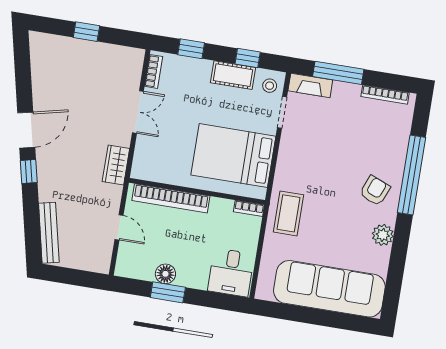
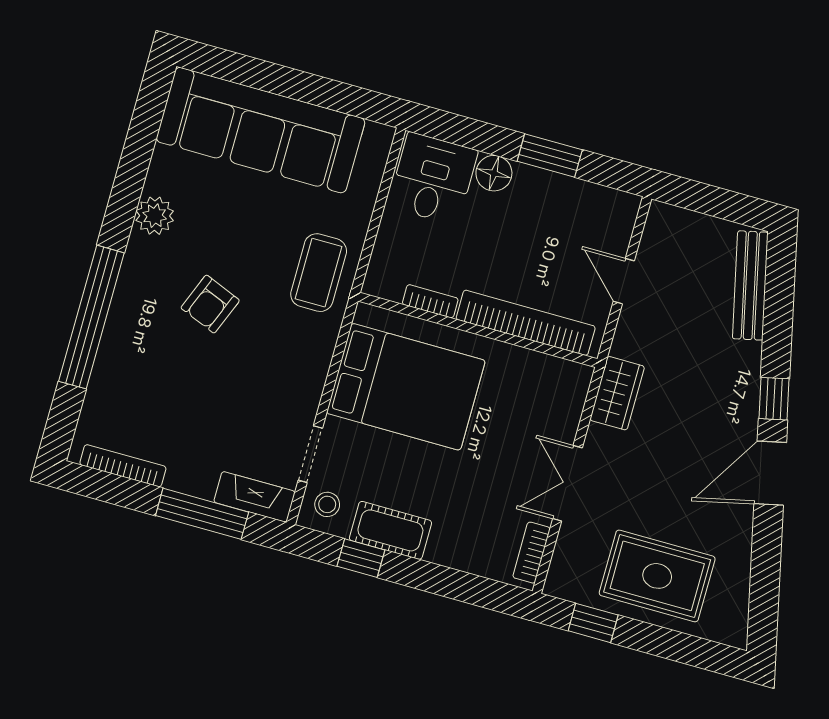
window: (86, 32) -> (593, 623), moved
window: (191, 49) -> (460, 586), removed
rug: (83, 66) -> (657, 576), added
armchair: (375, 191) -> (210, 304), moved
bookcase: (249, 208) -> (430, 301), moved
floor lamp: (165, 274) -> (494, 173), moved

